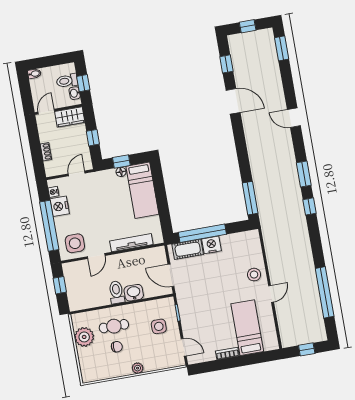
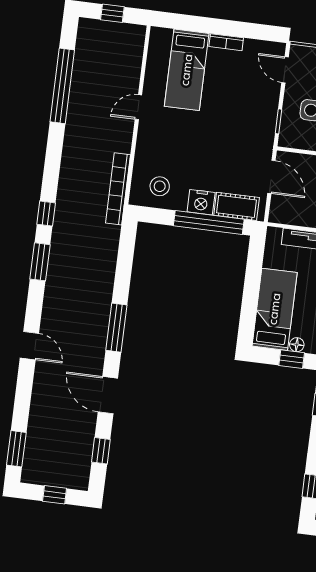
window: (250, 198) -> (116, 328), moved
bookcase: (268, 237) -> (118, 189), added
stool: (254, 275) -> (160, 186), moved

